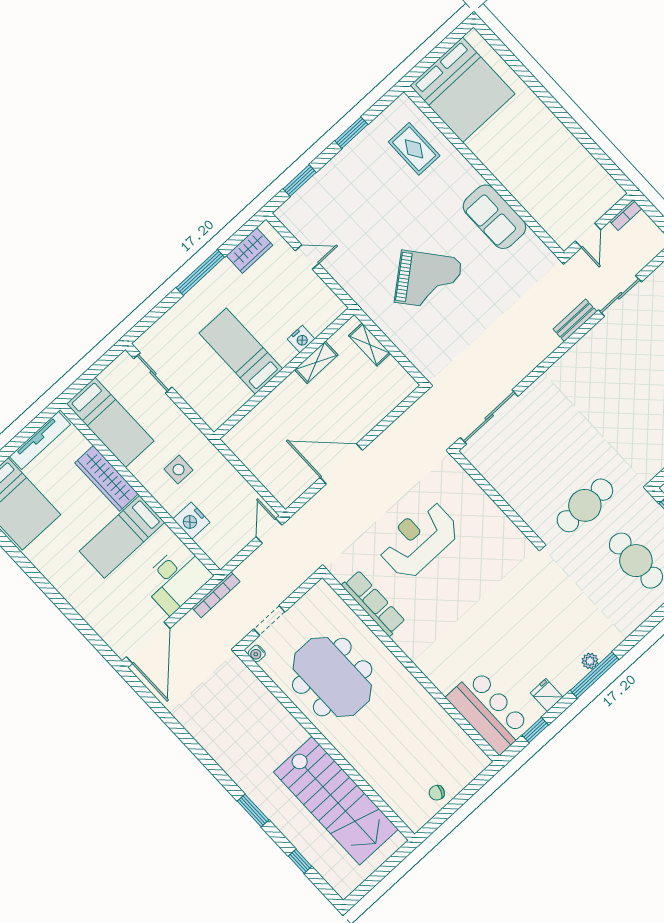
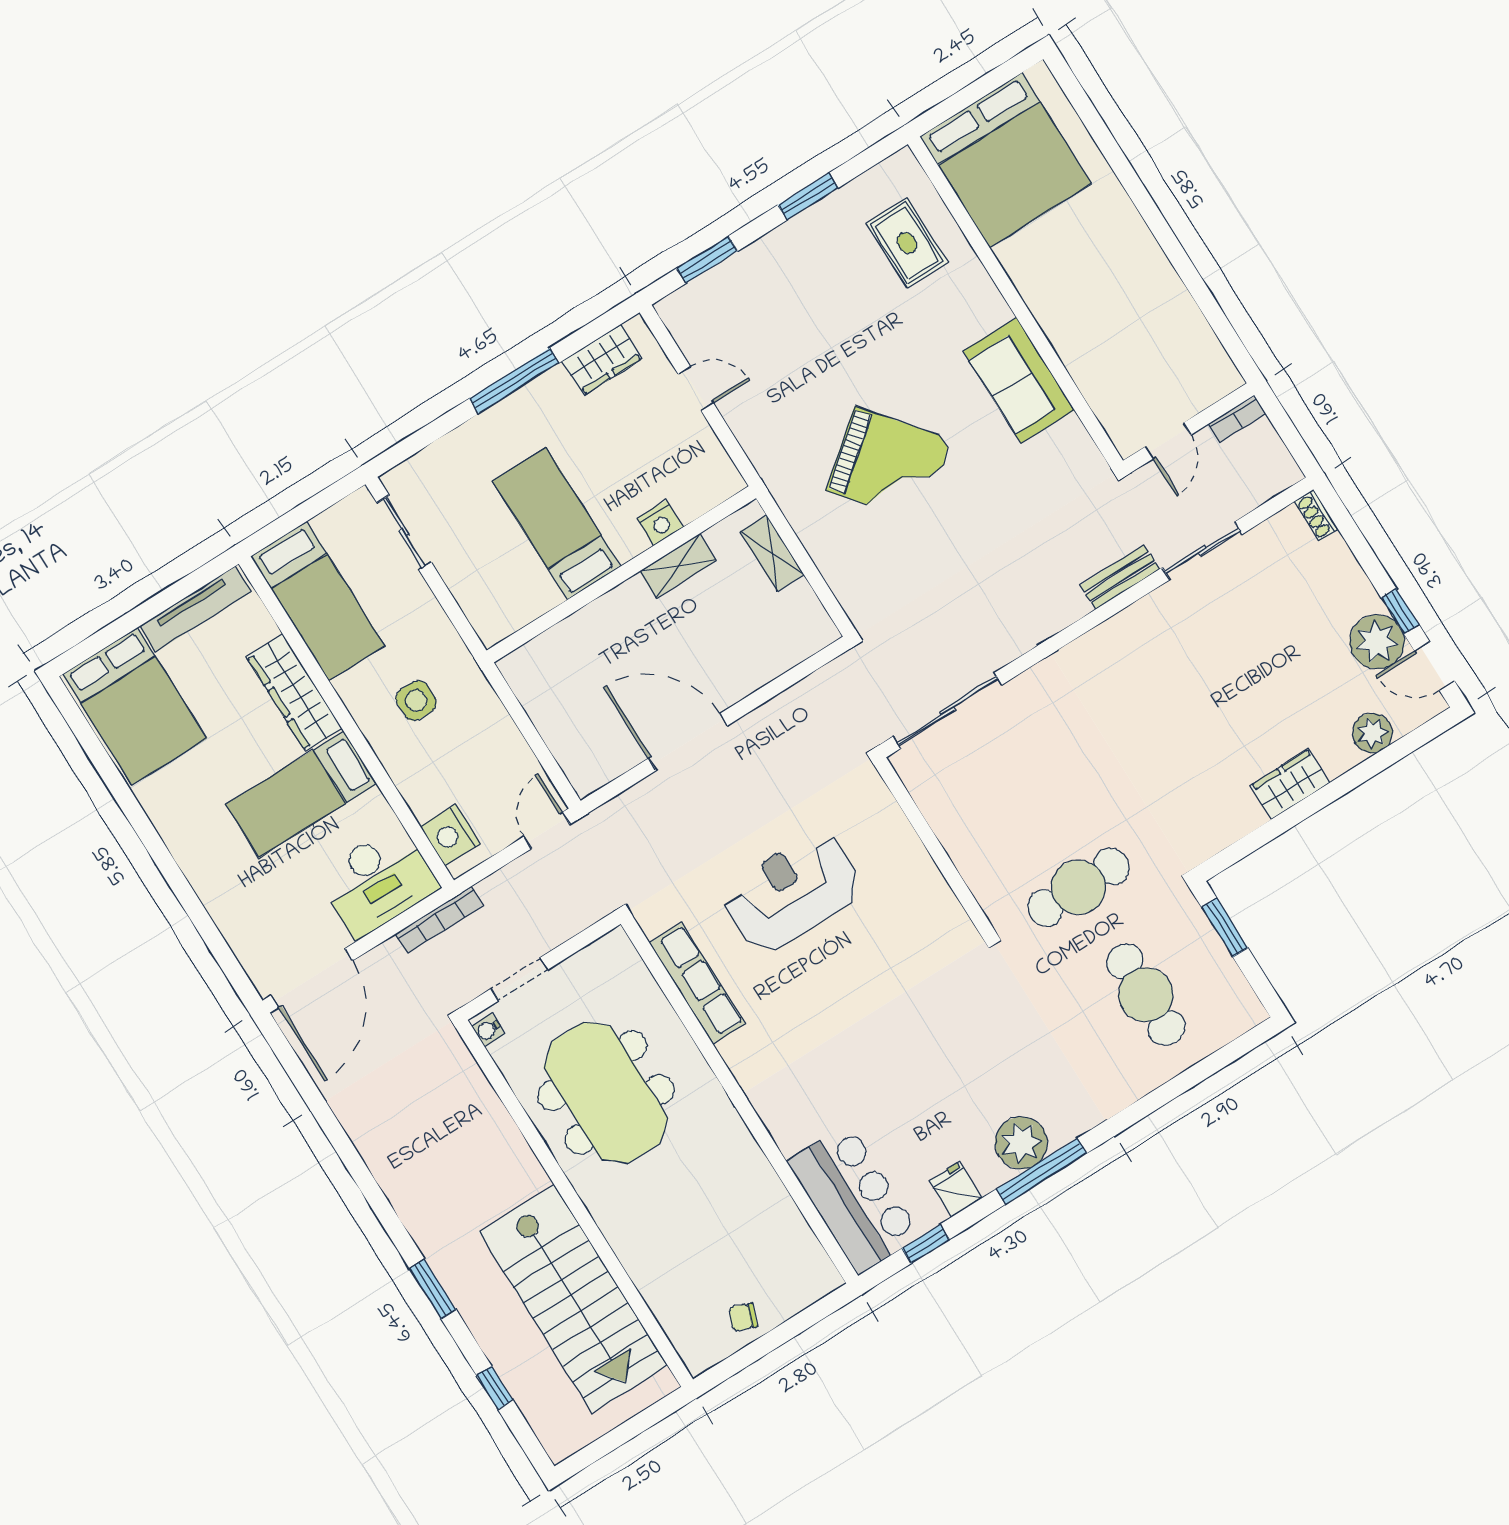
nightstand: (191, 521) -> (450, 835), moved
plant: (590, 661) -> (1021, 1143), width x1.88, depth x1.88

